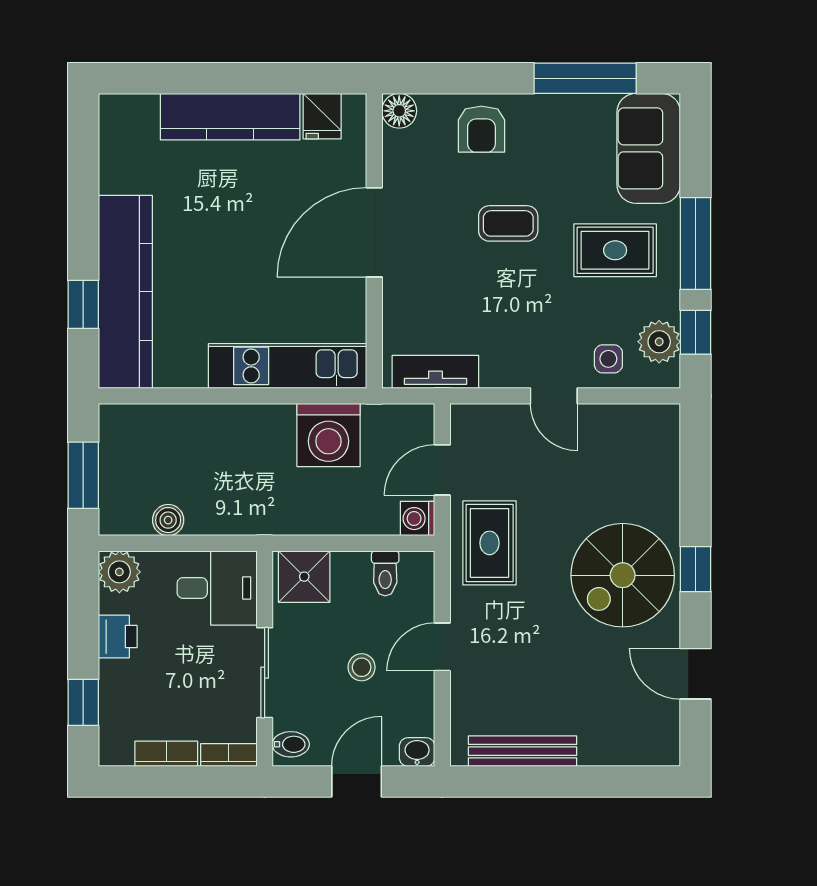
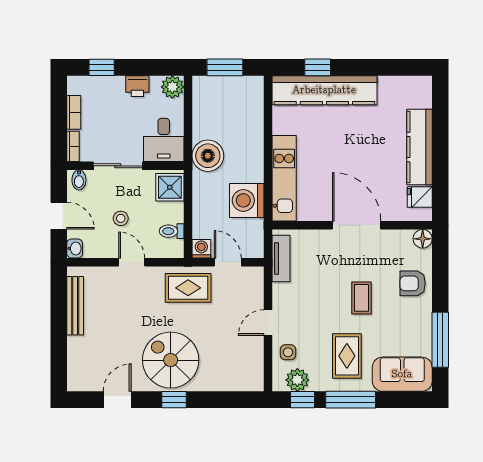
boiler: (168, 520) -> (208, 156), moved, width x1.86, depth x1.86

